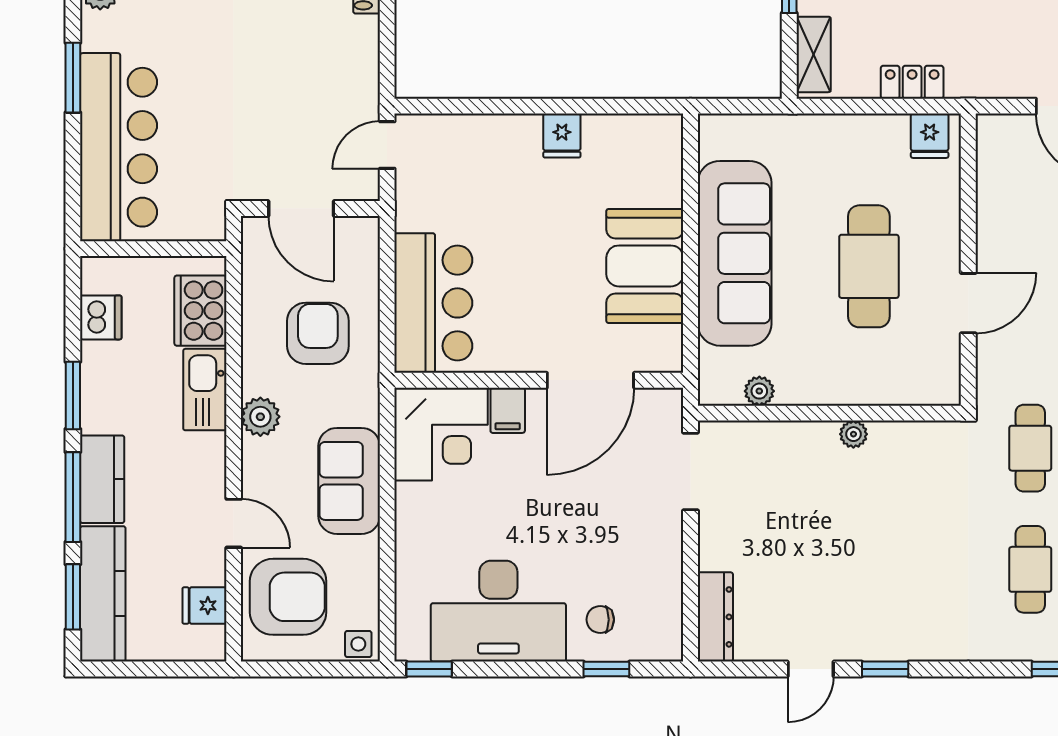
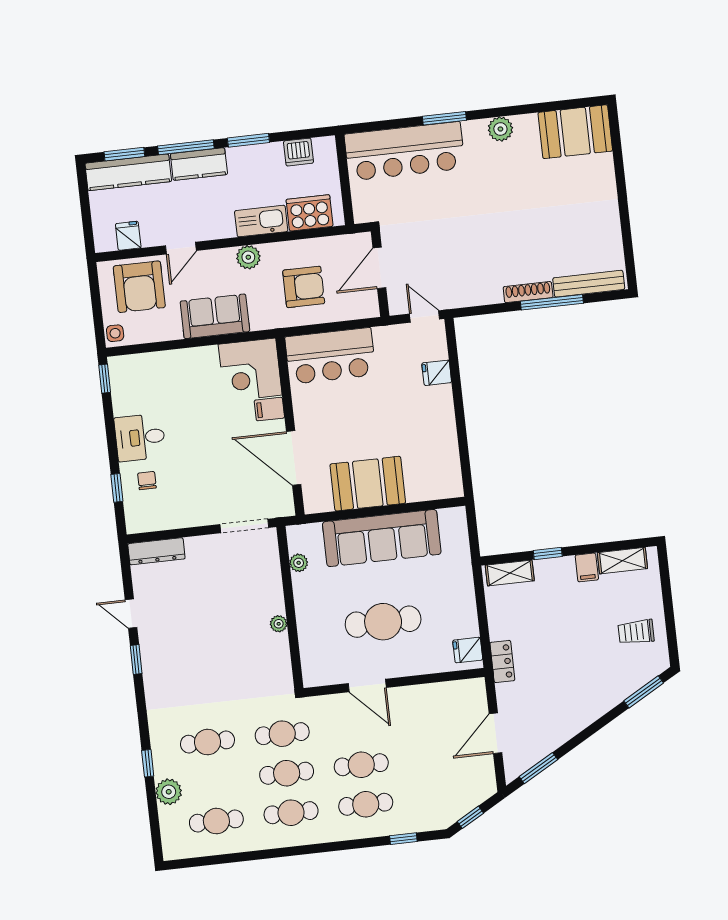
locker: (912, 82) -> (502, 661), moved
fridge: (562, 136) -> (437, 373), moved
desk: (498, 611) -> (140, 437), width x0.53, depth x0.77

